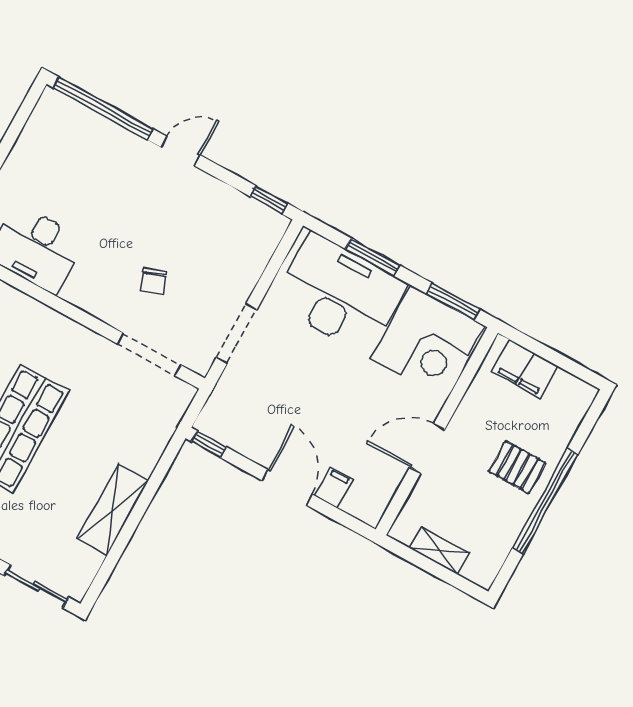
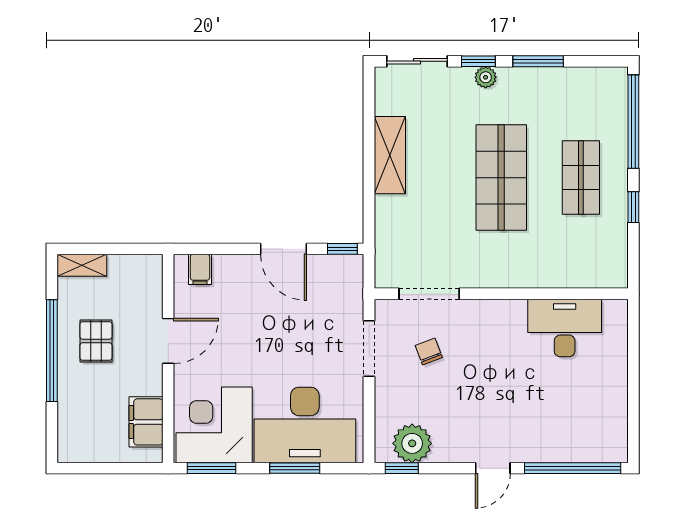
plant: (246, 218) -> (412, 443), added
chair: (153, 281) -> (429, 352), moved
filing cabinet: (525, 369) -> (146, 422), moved, turned -90
pallet: (517, 467) -> (96, 341), moved, turned 90
door: (287, 487) -> (284, 249), moved
filing cabinet: (334, 487) -> (200, 269), moved
shelving: (440, 551) -> (82, 265), moved

